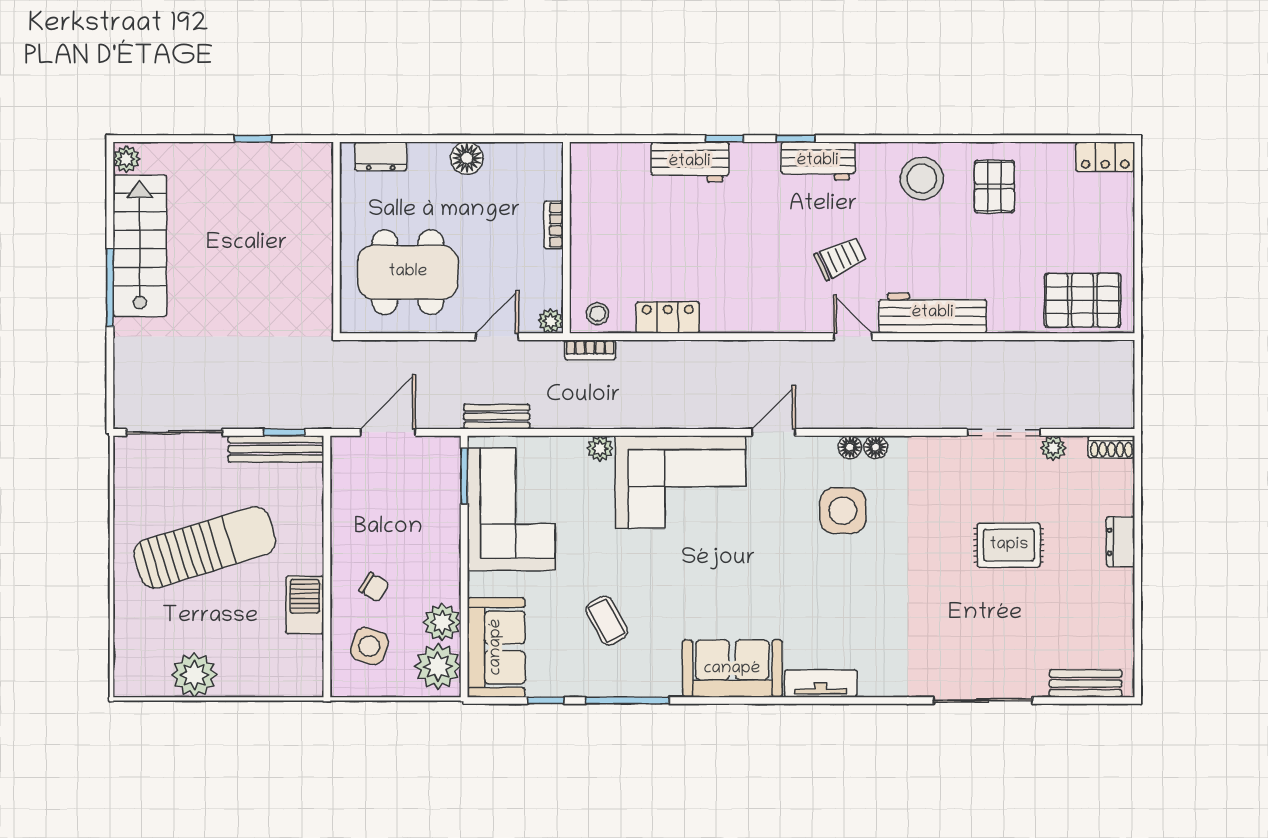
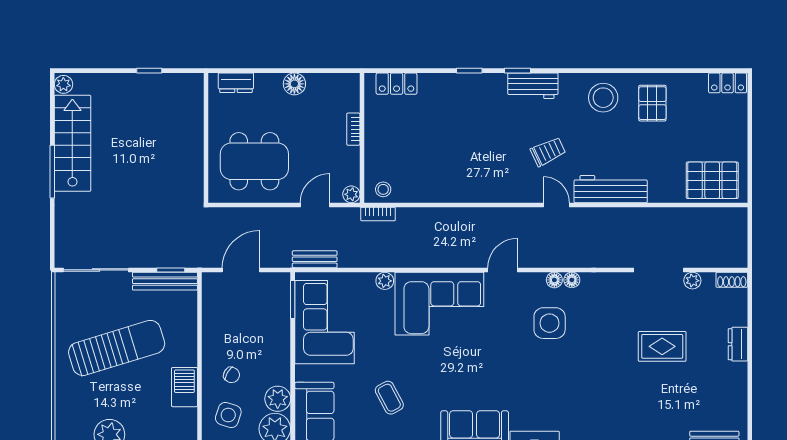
workbench: (690, 162) -> (446, 86), removed
locker: (668, 317) -> (397, 84), moved, turned 180

